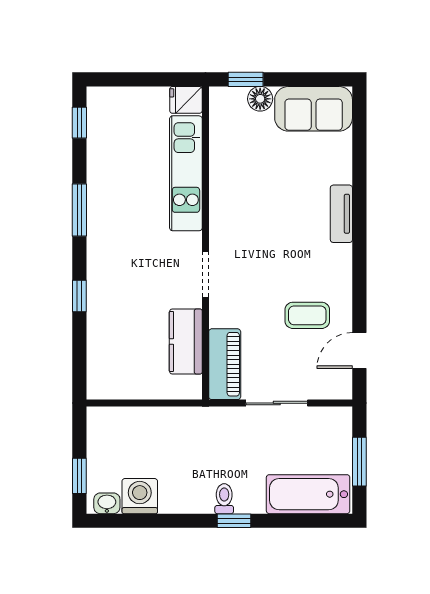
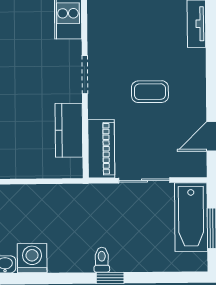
coffee table: (307, 315) -> (150, 92), moved
bathtub: (308, 494) -> (191, 217), moved, turned -90

